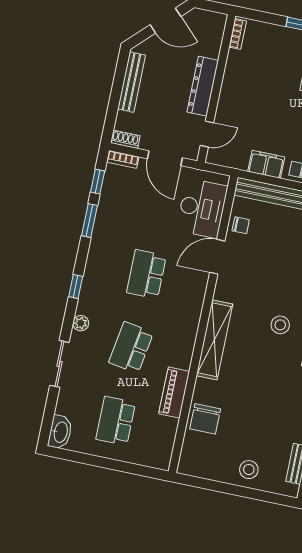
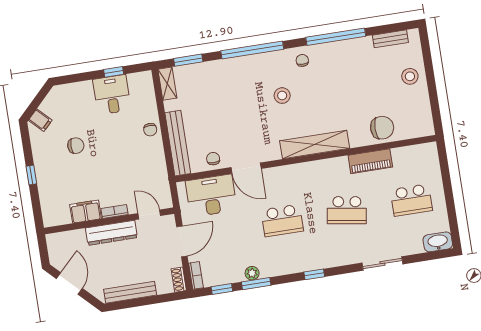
bookcase: (238, 34) -> (115, 212), moved
filing cabinet: (266, 164) -> (86, 212), moved, turned 90
plant: (81, 323) -> (252, 273), moved

